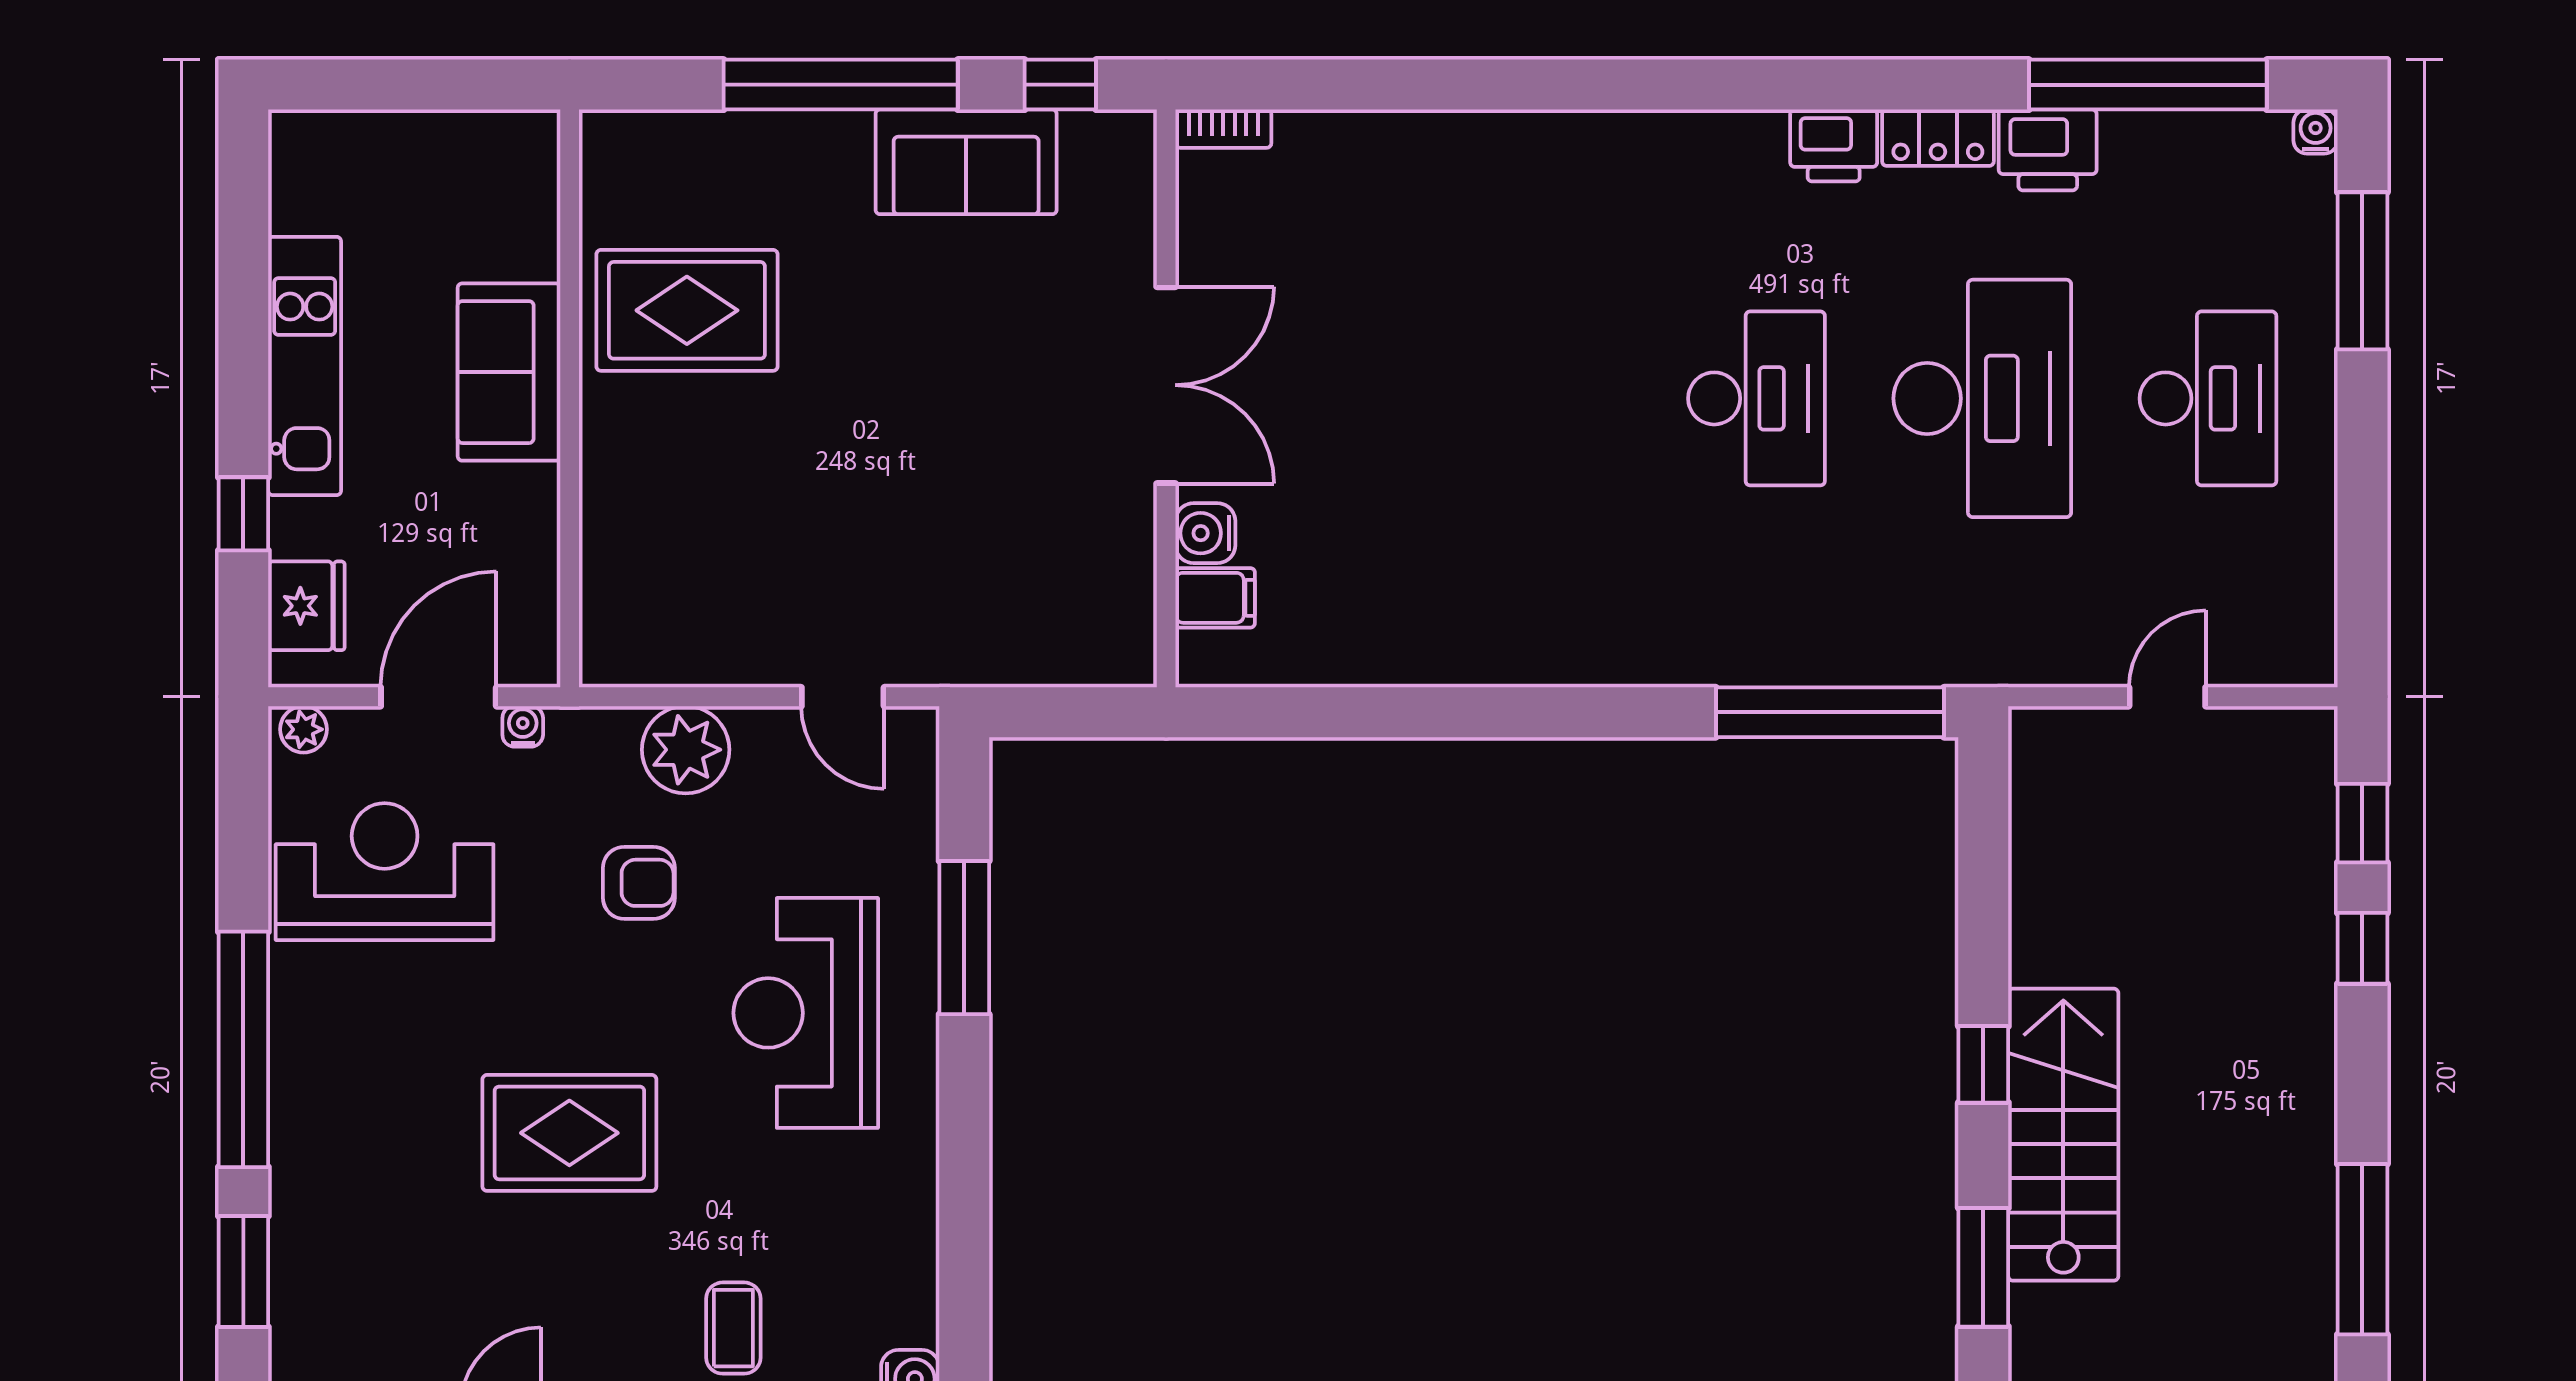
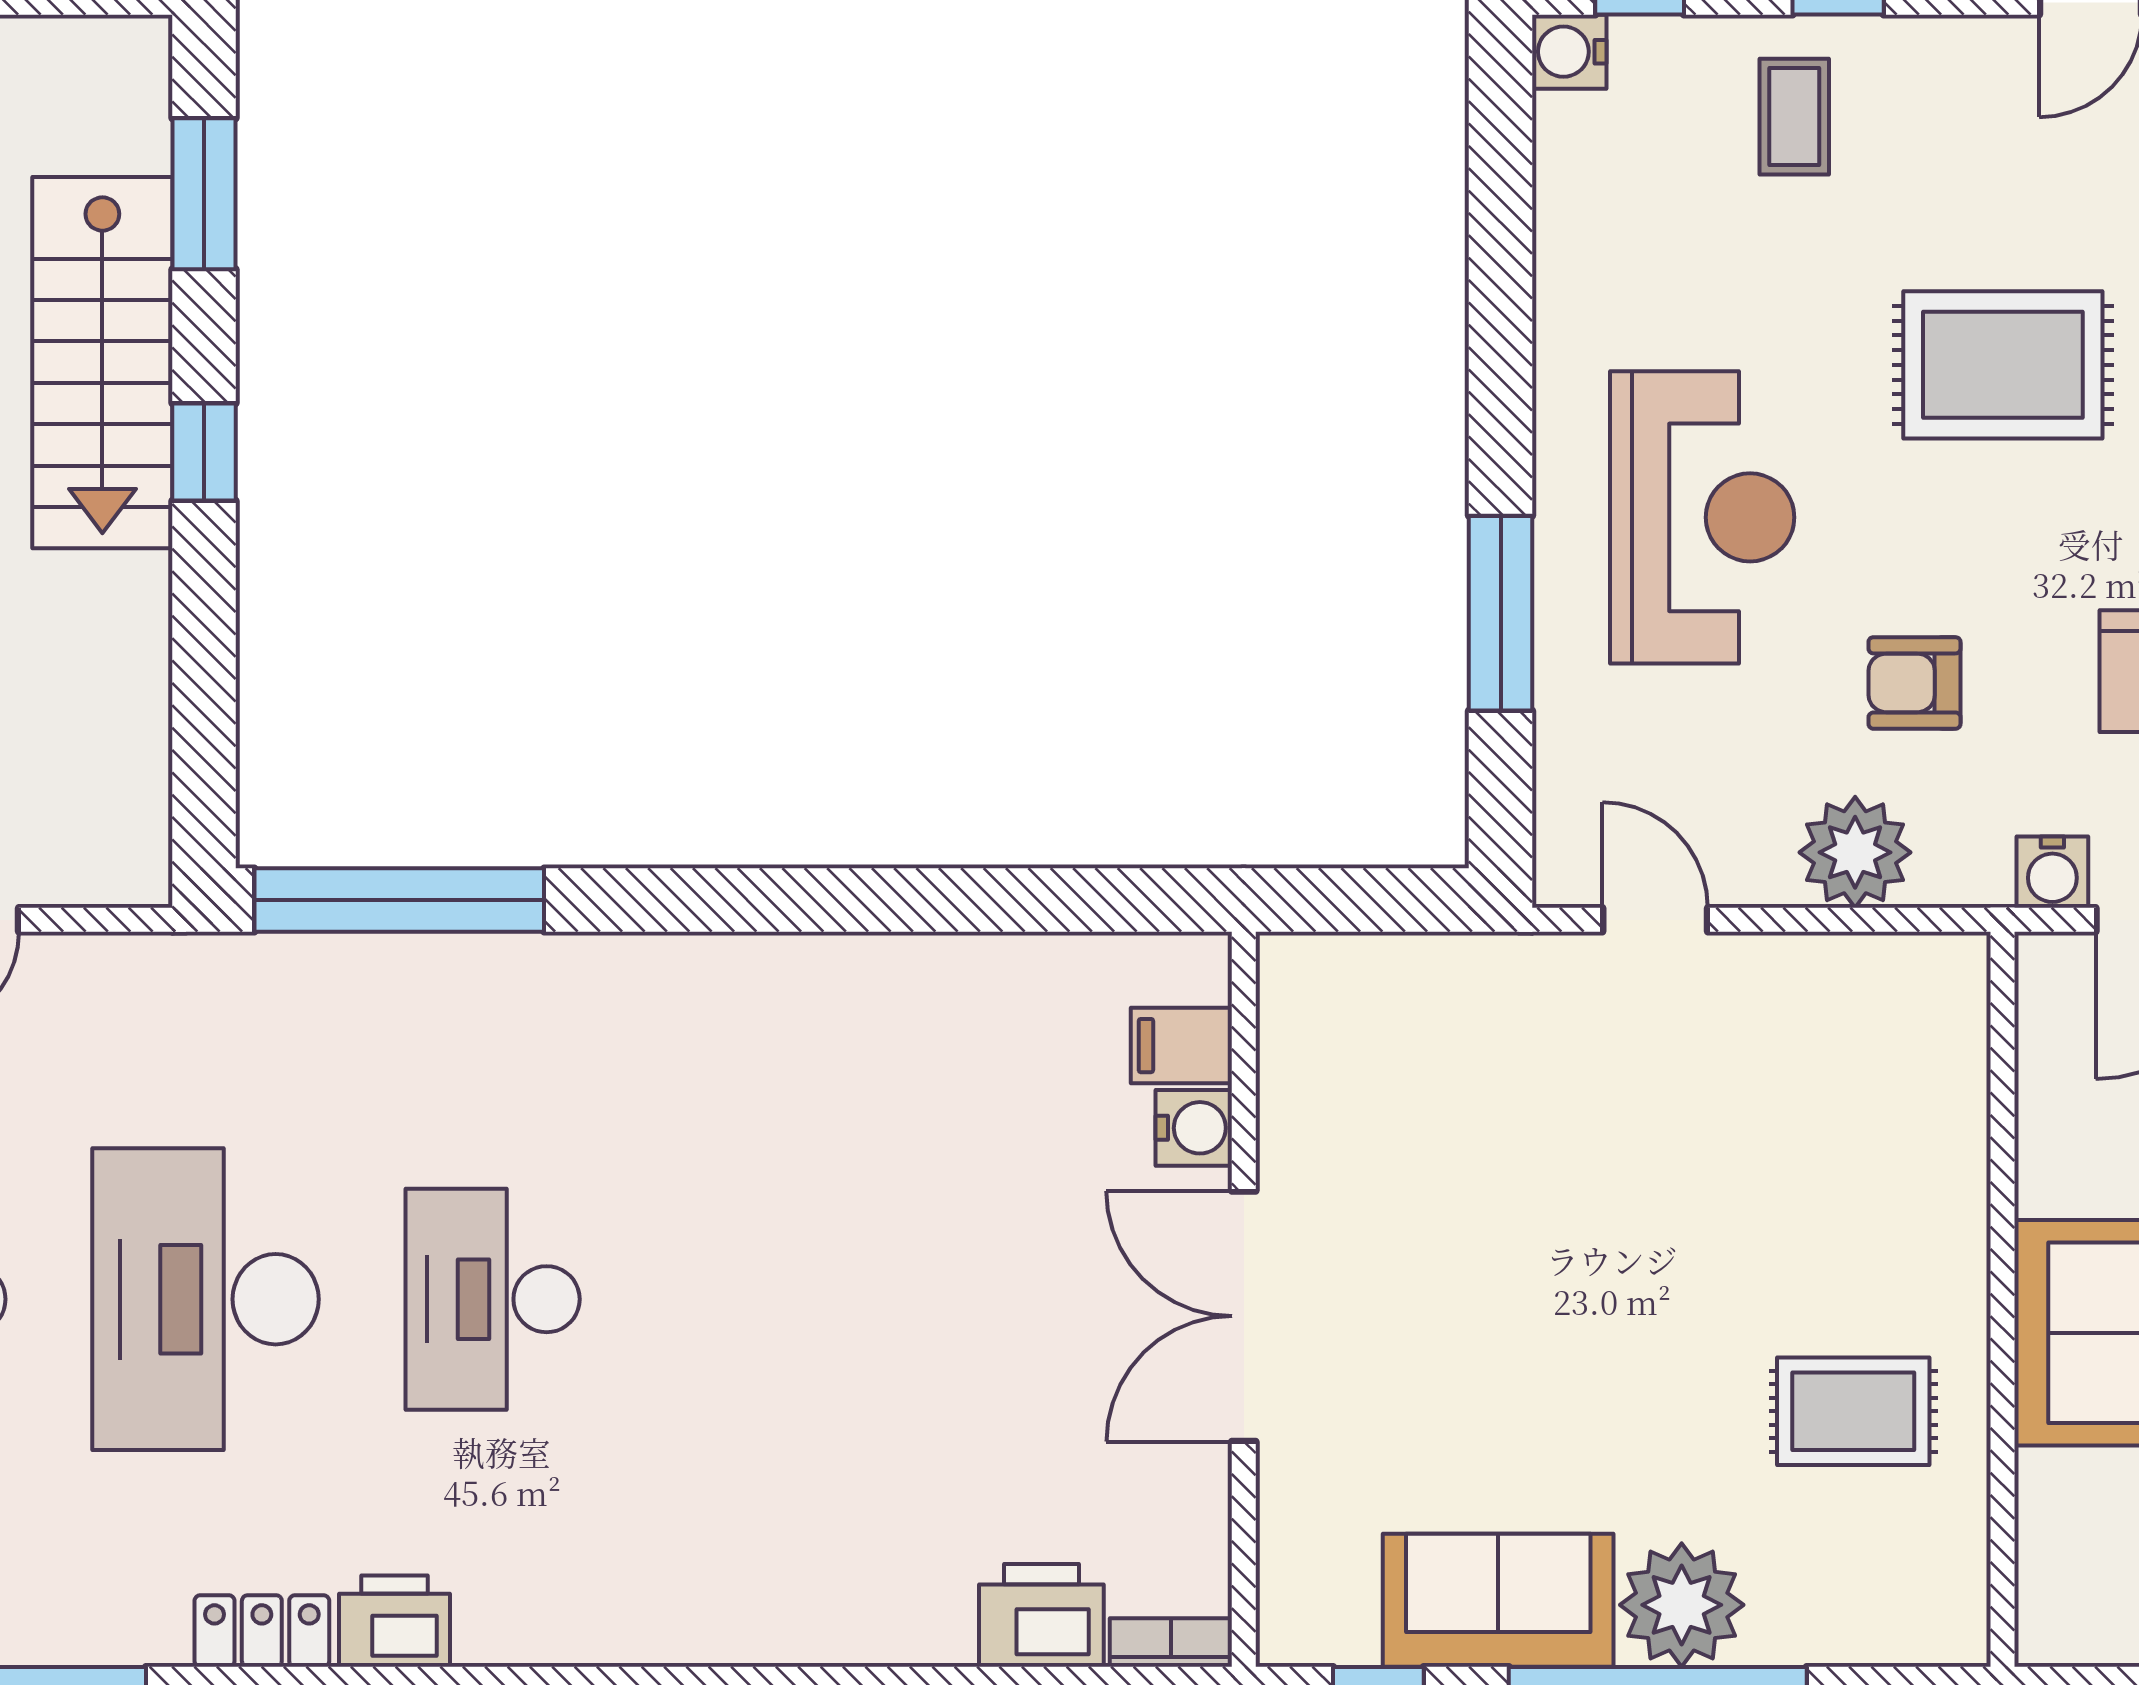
printer: (2048, 150) -> (1041, 1615), moved
plant: (822, 158) -> (1682, 1605), added
rug: (687, 310) -> (1853, 1411), width x0.73, depth x0.70
water cooler: (523, 726) -> (2052, 872), width x1.38, depth x1.38

